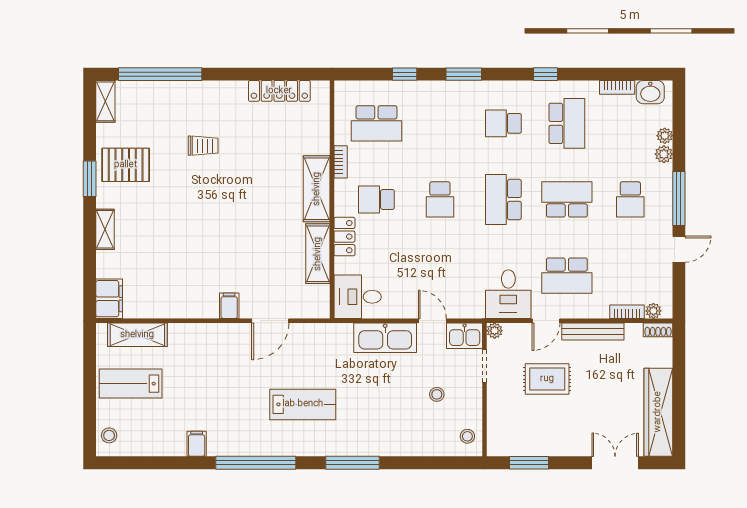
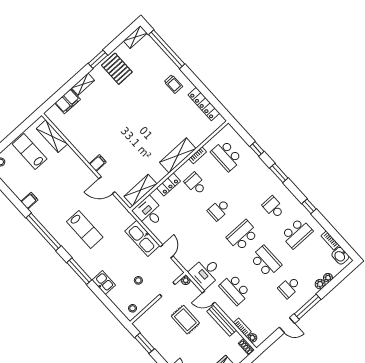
trolley: (203, 146) -> (173, 84), moved
shelving: (318, 254) -> (140, 190), moved
filing cabinet: (109, 299) -> (68, 101), moved
kitchen sink: (465, 336) -> (104, 283), moved, turned 180

